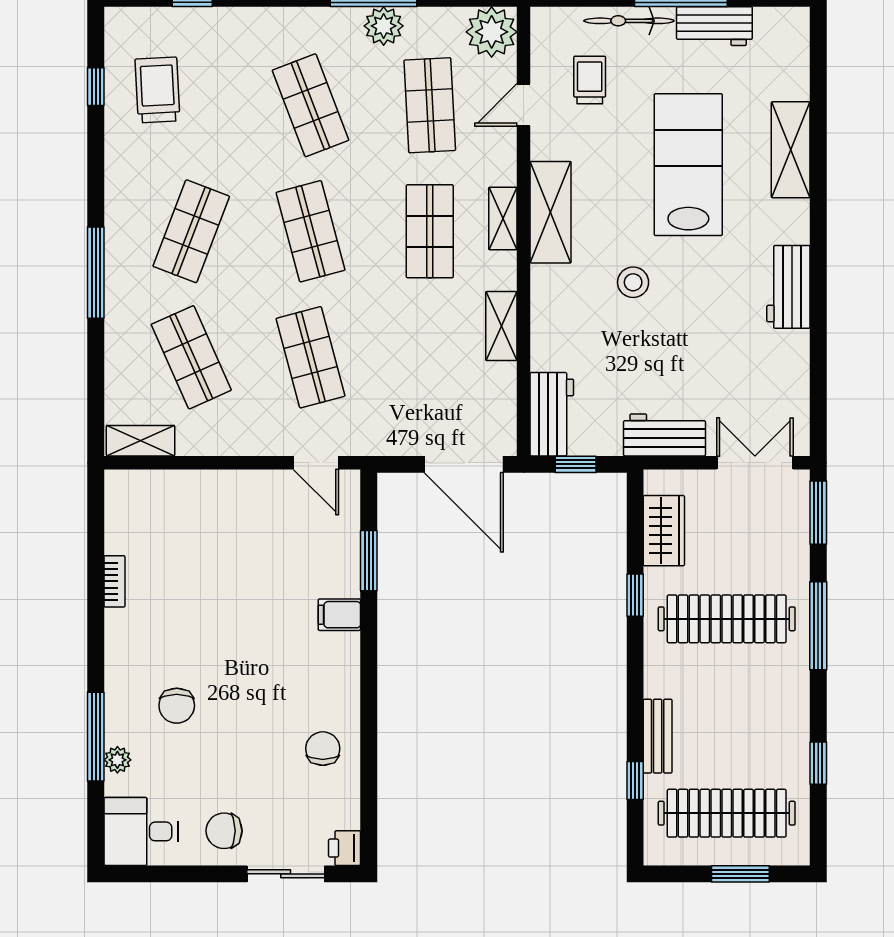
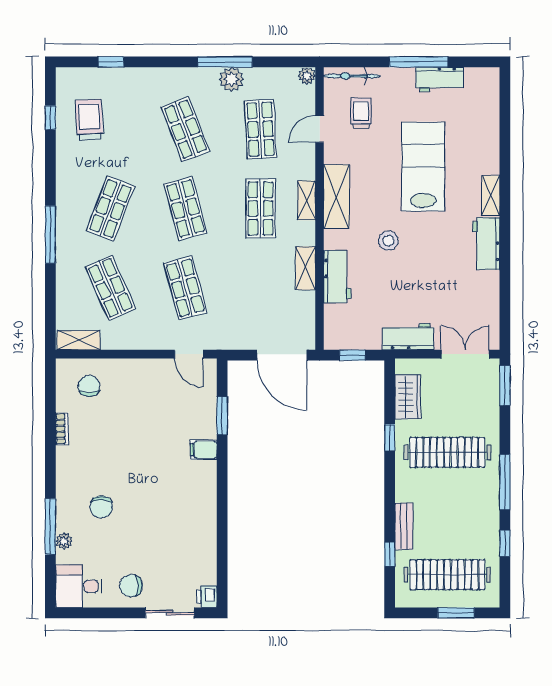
bicycle: (629, 21) -> (352, 76), moved
plant: (492, 32) -> (307, 76), width x0.53, depth x0.53
shelving: (791, 150) -> (491, 195), moved, width x0.67, depth x0.75
workbench: (552, 414) -> (337, 276), moved
window: (818, 626) -> (505, 482), moved
chair: (323, 749) -> (89, 386), moved

